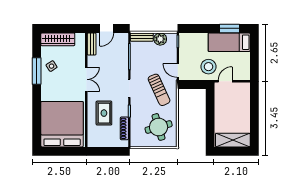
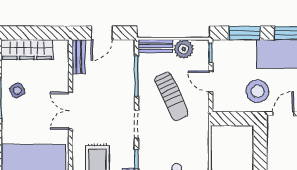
window: (200, 28) -> (244, 33), added
door: (178, 71) -> (211, 81), moved
double door: (86, 79) -> (70, 111), swing flipped
sun lounger: (159, 90) -> (171, 96), moved

